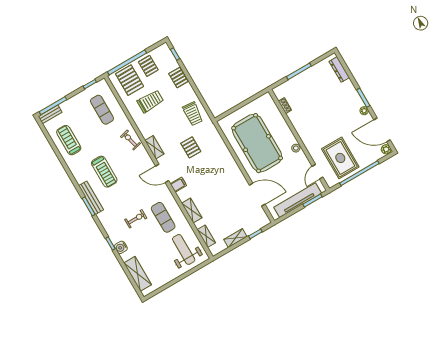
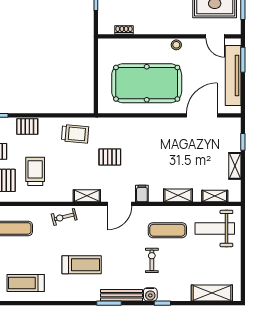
bench: (91, 198) -> (122, 295), moved
water cooler: (121, 247) -> (150, 294), moved

